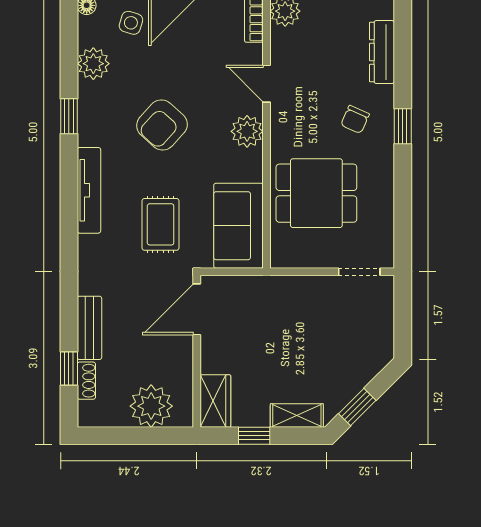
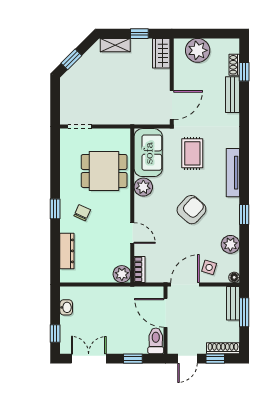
plant: (247, 131) -> (143, 187), moved
window: (357, 407) -> (71, 59), moved

